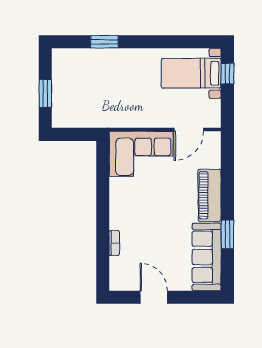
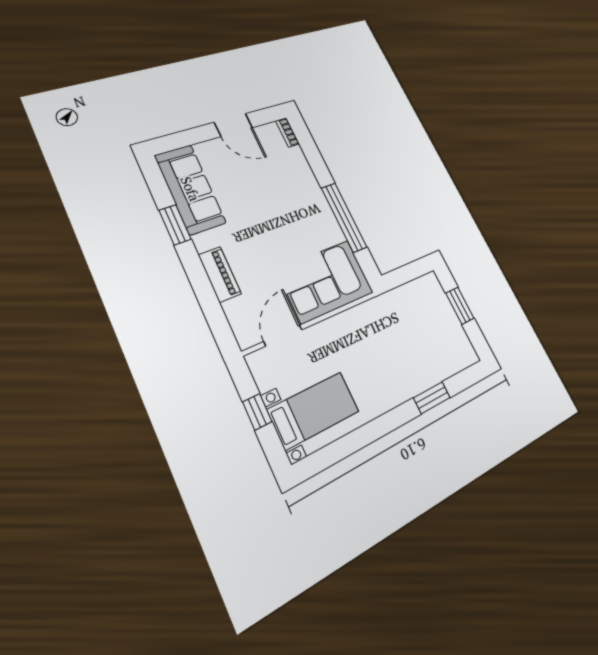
window: (227, 74) -> (257, 412), moved
window: (103, 195) -> (344, 217), added
piano: (210, 195) -> (220, 274), width x0.73, depth x0.75
bookcase: (114, 243) -> (287, 132), moved

